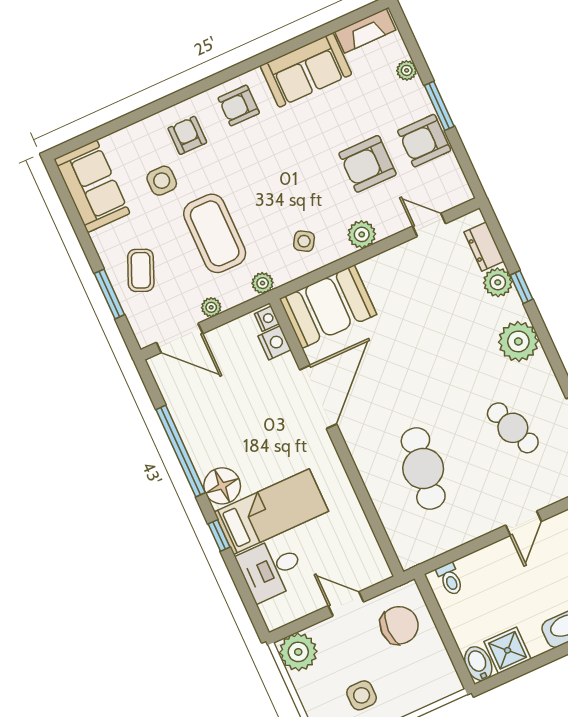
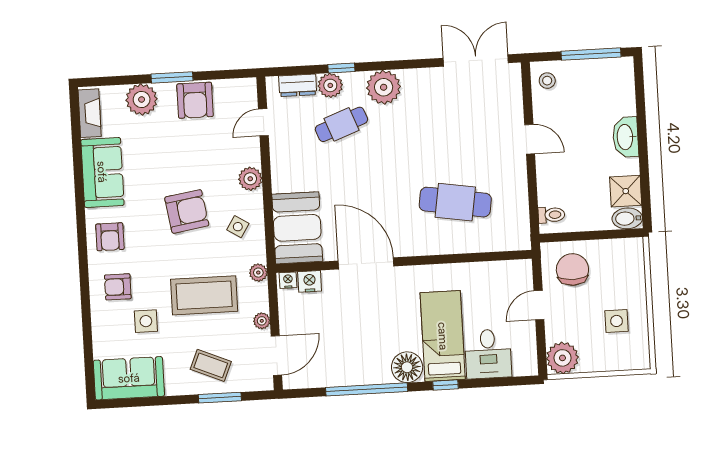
plant: (407, 70) -> (142, 99), width x1.88, depth x1.88
armchair: (368, 164) -> (187, 211), moved, turned -99
cafe table: (513, 428) -> (341, 124), moved

